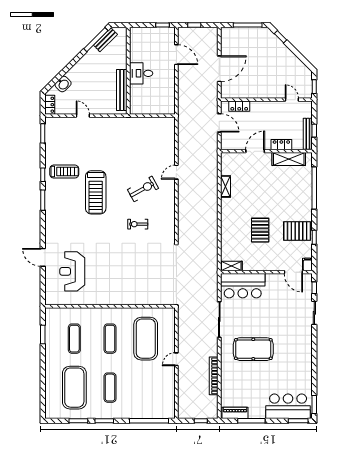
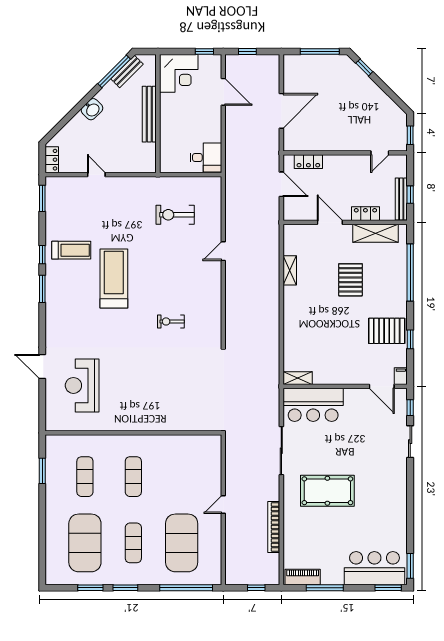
corner desk: (144, 41) -> (179, 73), added
desk: (141, 73) -> (206, 157), moved, turned 180
washbasin: (63, 84) -> (92, 109), moved
bench: (122, 90) -> (149, 114), moved
door: (292, 100) -> (380, 153), swing flipped
door: (255, 151) -> (330, 222), hinge flipped
exercise bike: (143, 189) -> (175, 215), moved, turned -151
treadmill: (96, 192) -> (114, 278), turned 180
pallet: (260, 230) -> (350, 280), moved
exercise mat: (146, 339) -> (182, 543), moved

